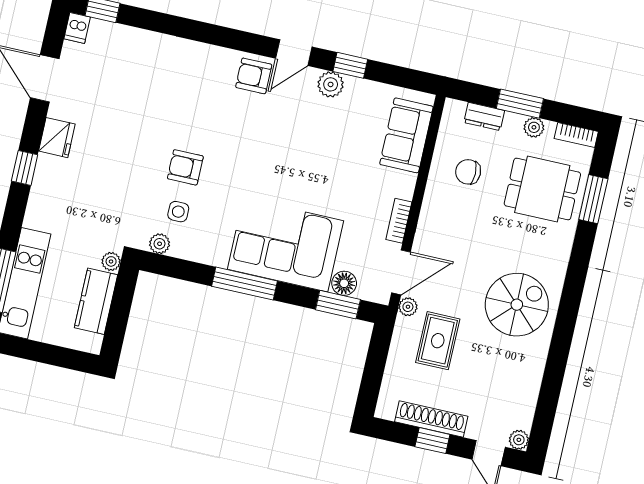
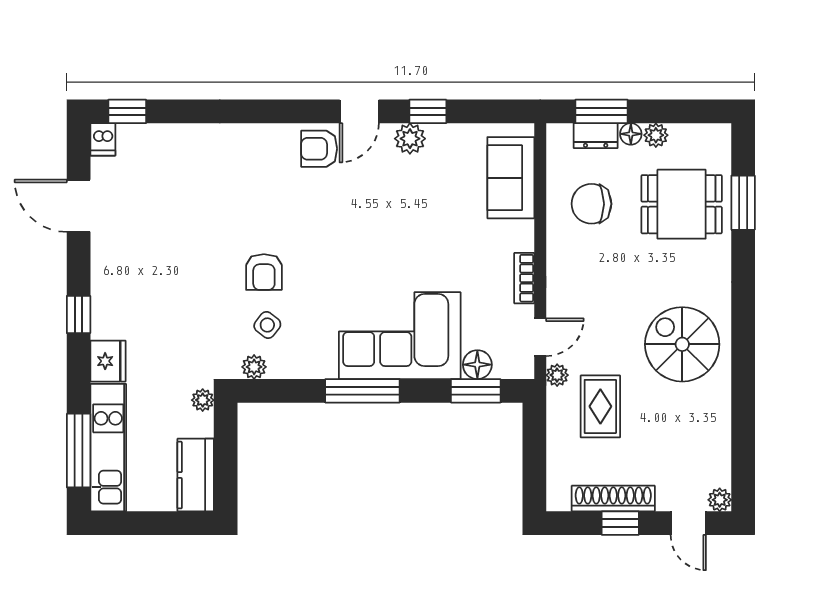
window: (520, 104) -> (601, 111), moved
floor lamp: (513, 122) -> (631, 134), added
bookcase: (576, 135) -> (707, 133), removed
fridge: (57, 138) -> (108, 361), moved
armchair: (185, 167) -> (264, 272), turned -90
chair: (468, 172) -> (591, 204), width x1.37, depth x1.37
side table: (178, 212) -> (267, 325), turned 38
door: (401, 272) -> (540, 337), width x0.73
kitchen counter: (96, 301) -> (196, 475), moved
spiral stairs: (517, 305) -> (682, 344), turned -90

